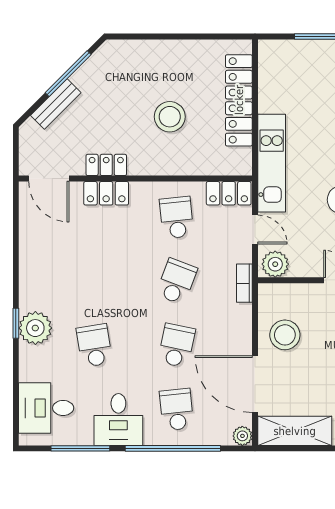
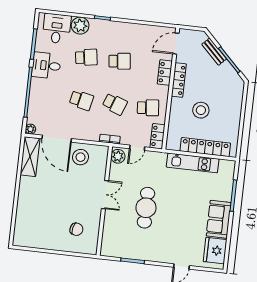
kitchen unit: (272, 163) -> (193, 163), moved
locker: (106, 165) -> (179, 80), width x1.53
plant: (35, 328) -> (80, 26), moved
door: (255, 384) -> (57, 139), swing flipped
school desk: (177, 409) -> (120, 61), moved

